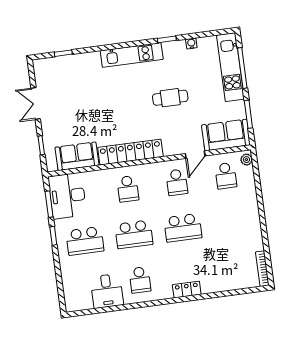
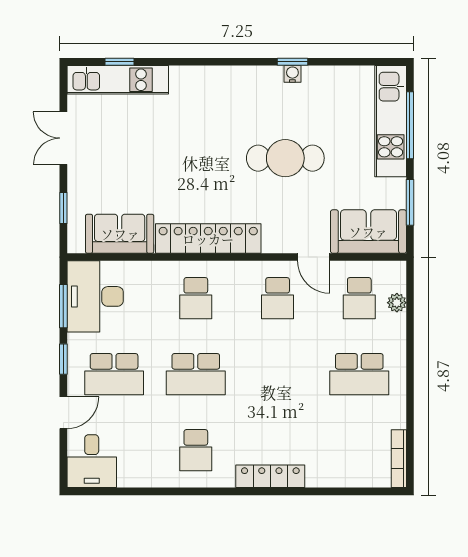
water cooler: (191, 43) -> (292, 74), moved
kitchen unit: (132, 55) -> (118, 80), moved
cafe table: (170, 98) -> (285, 158), width x1.37, depth x1.35
door: (195, 155) -> (314, 257), hinge flipped
plant: (246, 160) -> (397, 303), moved
school desk: (183, 228) -> (359, 374), moved
door: (58, 268) -> (63, 413), added
locker: (187, 290) -> (270, 476), width x1.53
desk: (107, 291) -> (92, 461), moved

